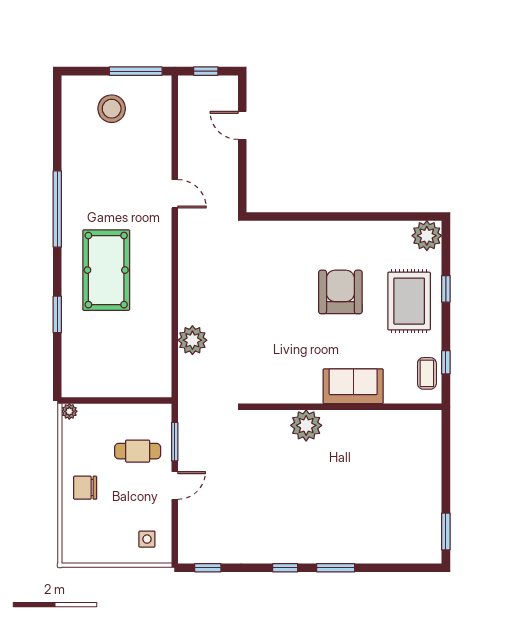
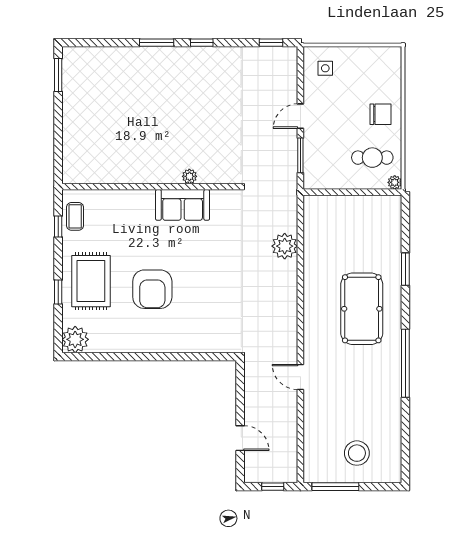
sofa: (353, 386) -> (183, 205), moved
plant: (306, 425) -> (189, 176), width x0.53, depth x0.53
cafe table: (138, 451) -> (372, 158), moved

